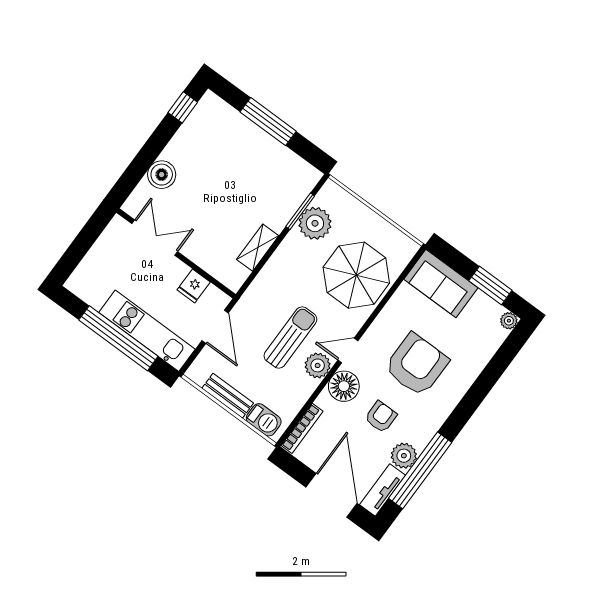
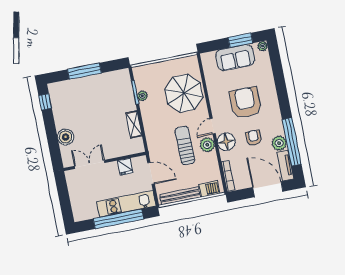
plant: (315, 223) -> (142, 96), width x0.53, depth x0.53
sofa: (441, 283) -> (235, 58), moved
bench: (228, 396) -> (180, 196), width x1.36

